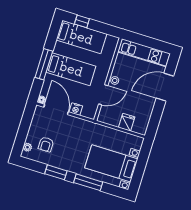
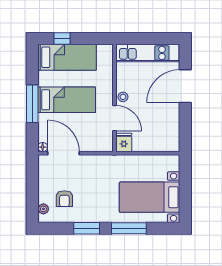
door: (103, 95) -> (114, 118), hinge flipped
nightstand: (76, 109) -> (87, 145), removed
fridge: (127, 122) -> (124, 142), moved

